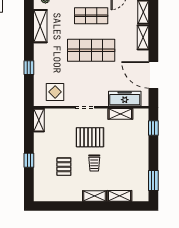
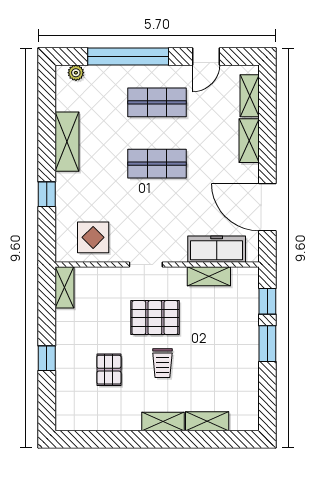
shelving: (40, 26) -> (67, 142), moved
shop shelf: (91, 50) -> (157, 164), width x0.70, depth x0.74
window: (153, 181) -> (267, 344), moved

